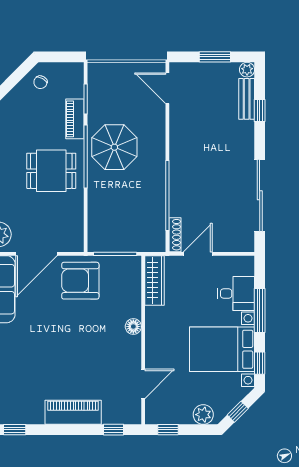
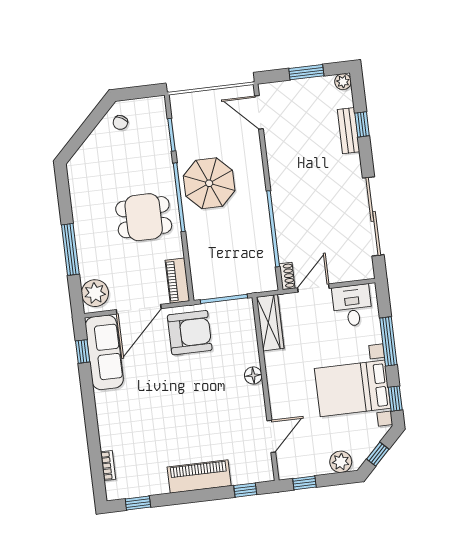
bench: (247, 99) -> (348, 131), moved
piano: (75, 119) -> (177, 281), moved
shoe rack: (175, 235) -> (287, 276), width x0.70
armchair: (80, 281) -> (190, 333), turned 180
desk: (236, 294) -> (352, 305), moved, turned -90

